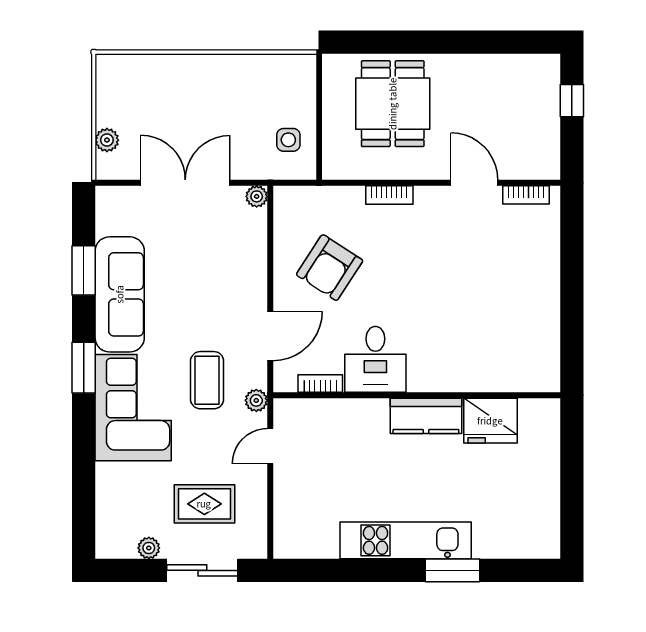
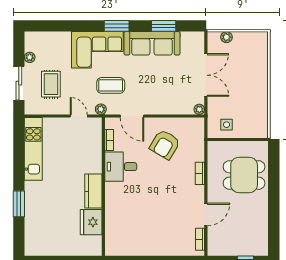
armchair: (330, 268) -> (165, 145), turned -92
kitchen unit: (406, 540) -> (33, 149), moved

